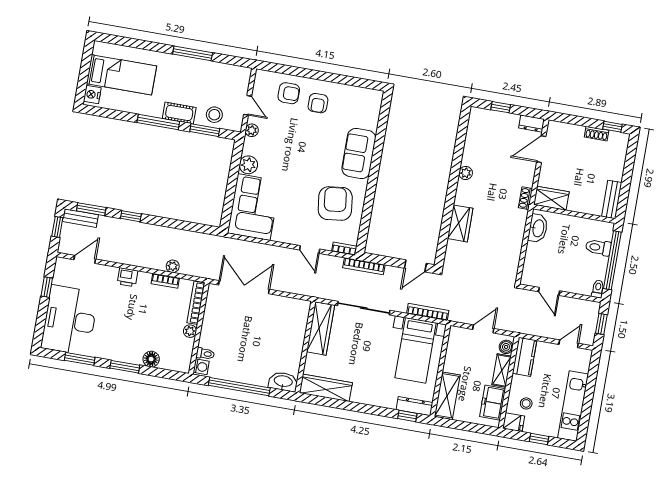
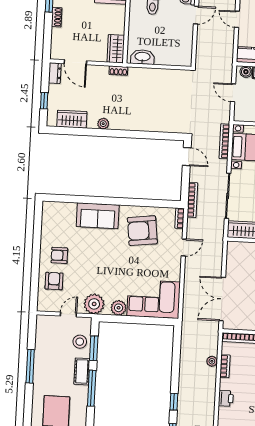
armchair: (318, 103) -> (59, 255), turned 180
plant: (252, 130) -> (94, 304), width x1.87, depth x1.87
wardrobe: (460, 223) -> (72, 119), moved
door: (549, 291) -> (196, 15), moved

